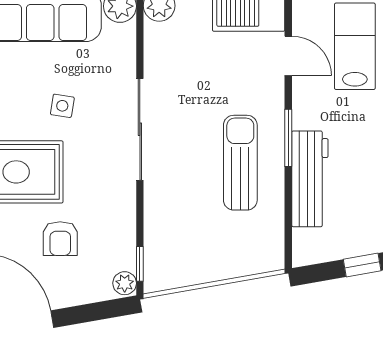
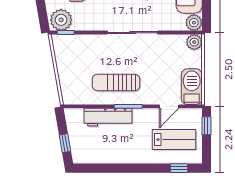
sun lounger: (240, 163) -> (116, 83), turned 180
plant: (125, 283) -> (61, 20), width x1.87, depth x1.87

